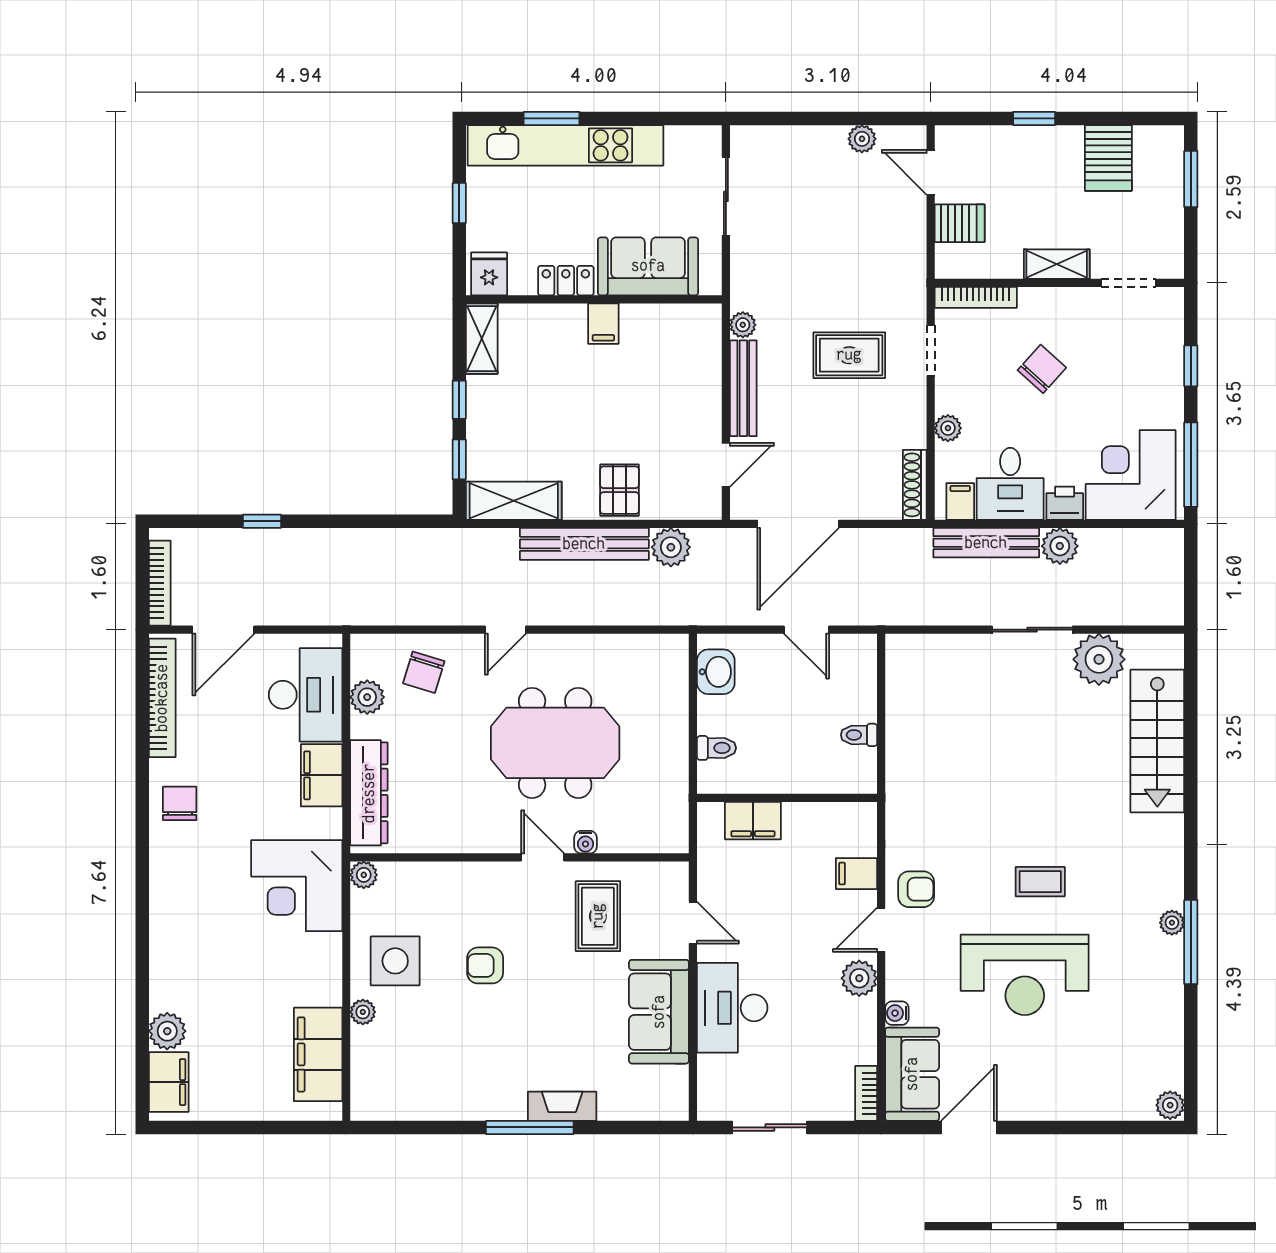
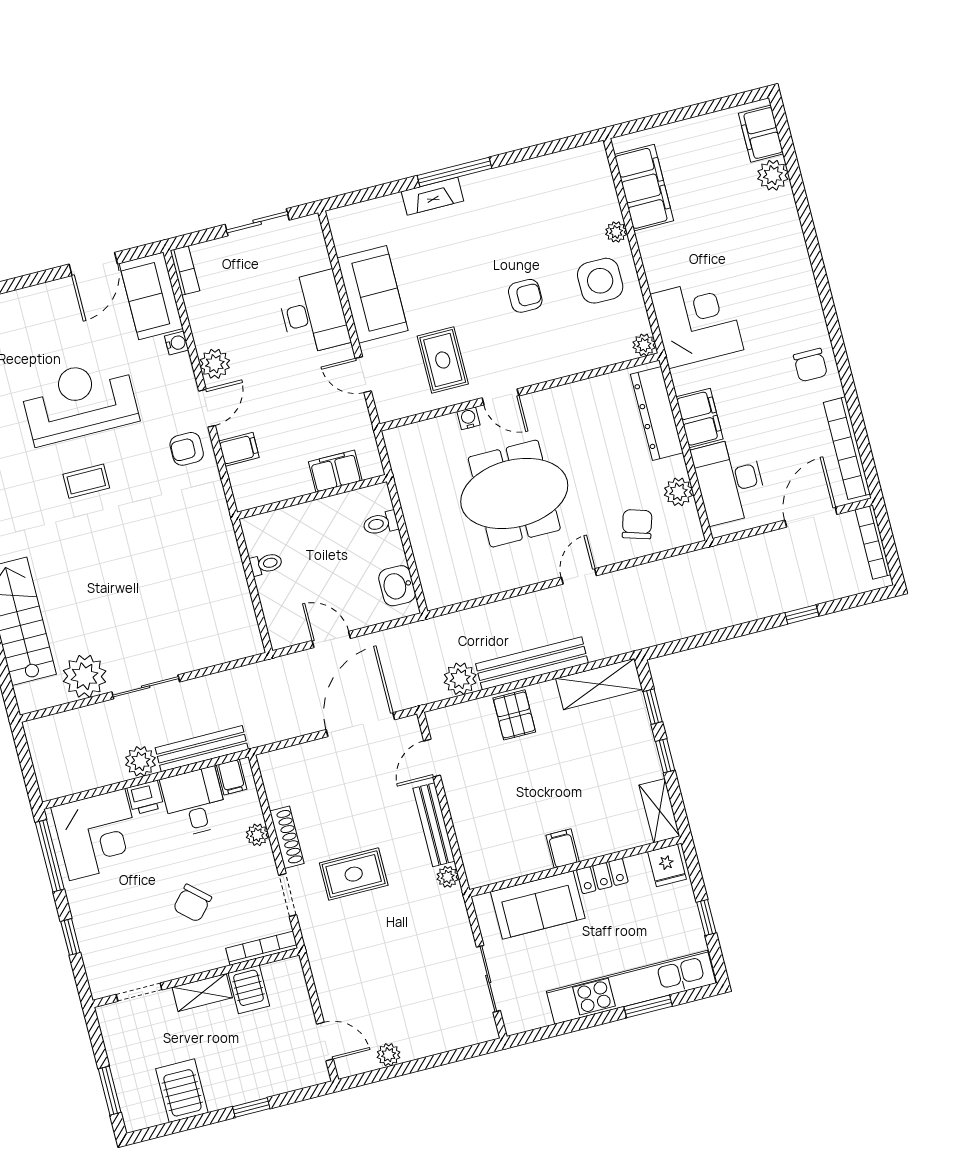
server rack: (960, 223) -> (249, 989), moved, turned -90
shoe rack: (915, 485) -> (287, 837), moved

